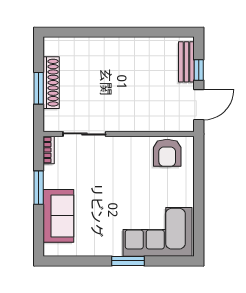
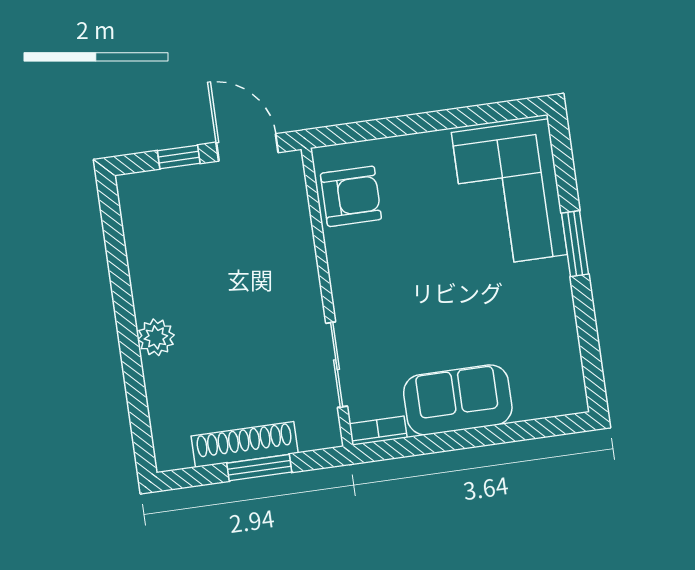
plant: (111, 46) -> (156, 337), added
bench: (186, 62) -> (166, 183), removed
window: (39, 188) -> (455, 440), removed
sofa: (58, 216) -> (458, 400), moved

